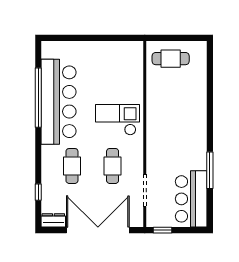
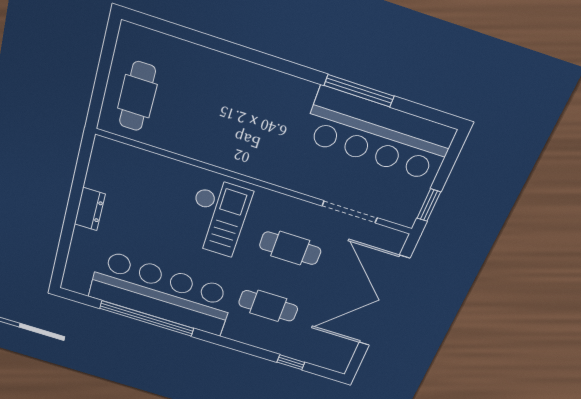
checkout: (118, 120) -> (217, 217), turned 180
bar counter: (191, 199) -> (378, 135), width x1.36
dresser: (53, 220) -> (90, 209), moved, turned 180

